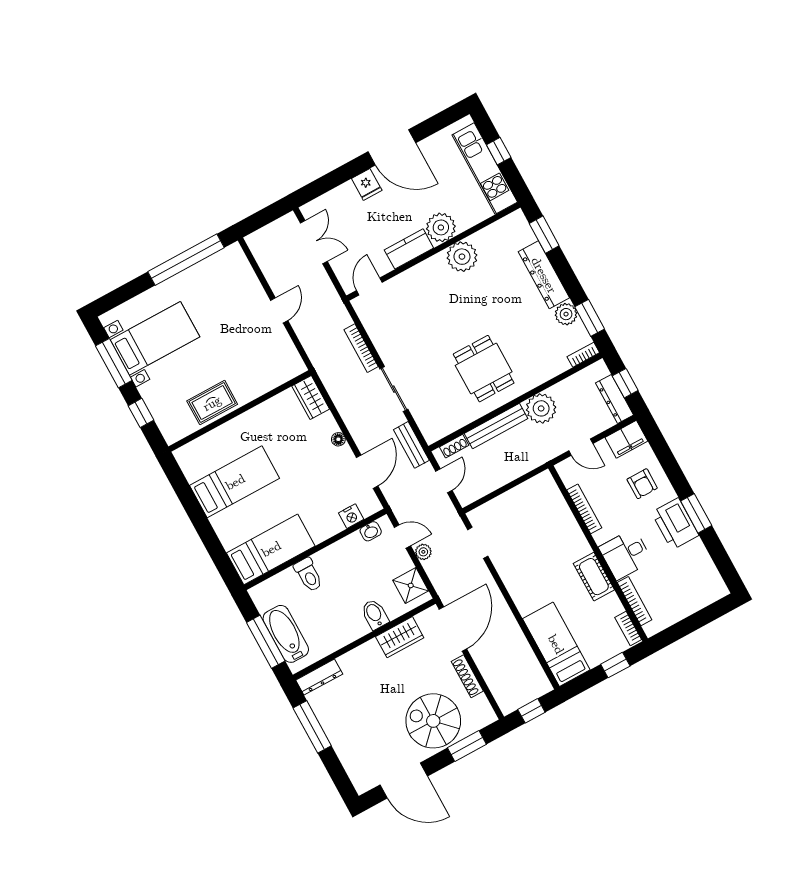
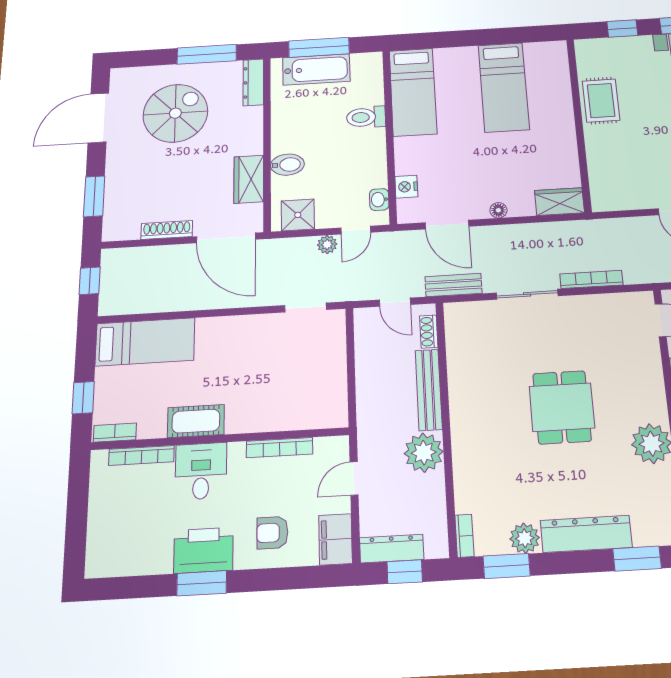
dining table: (484, 369) -> (562, 407), moved, turned 90
spiral stairs: (433, 721) -> (175, 113), moved

